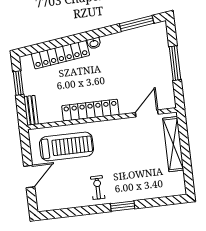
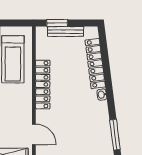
window: (18, 83) -> (57, 23), moved
bench: (31, 110) -> (66, 31), moved, width x1.36

